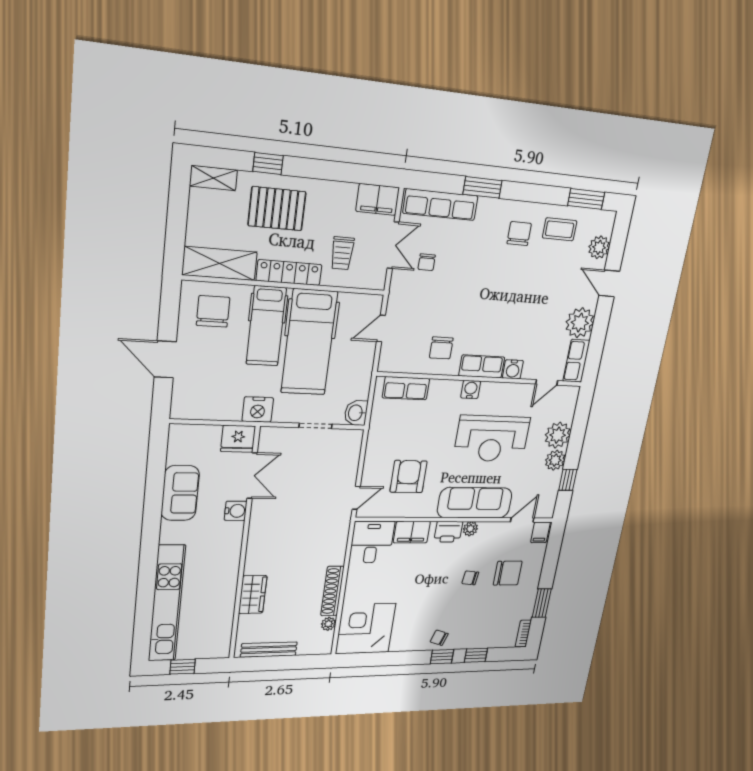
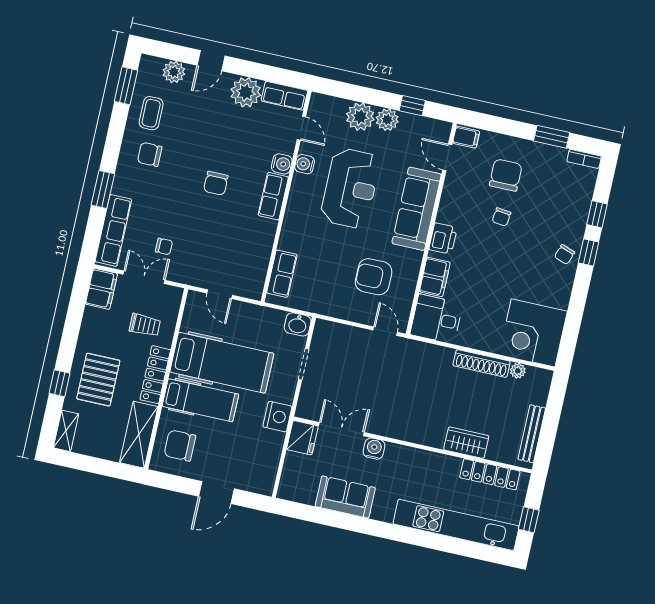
chair: (441, 348) -> (216, 183), moved, turned 90
water cooler: (471, 389) -> (305, 164), moved
plant: (470, 529) -> (445, 215), removed
locker: (224, 622) -> (490, 474), added

